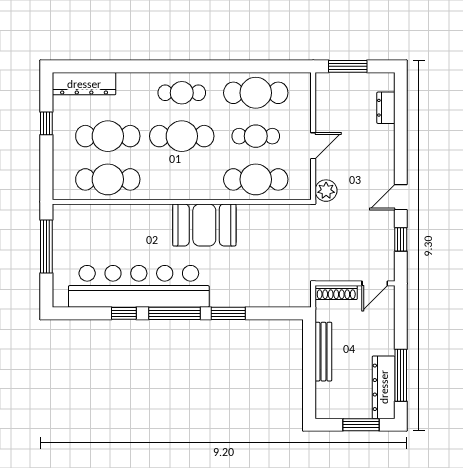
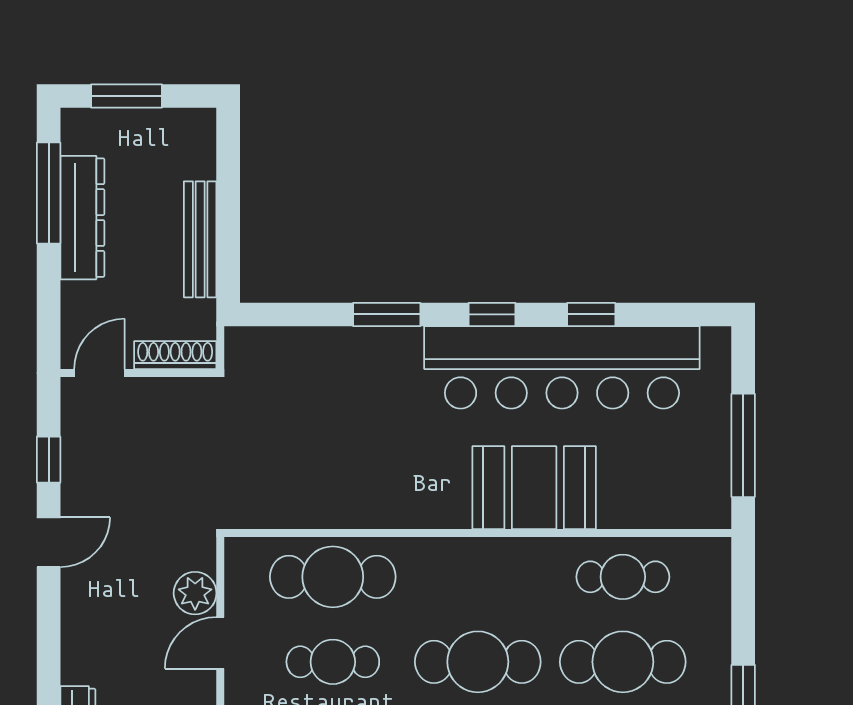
cafe table: (108, 179) -> (623, 577), width x0.73, depth x0.74
plant: (326, 191) -> (195, 593), moved
booth: (204, 225) -> (534, 488), moved
window: (175, 313) -> (492, 314), width x0.46
dresser: (384, 387) -> (82, 218), moved

